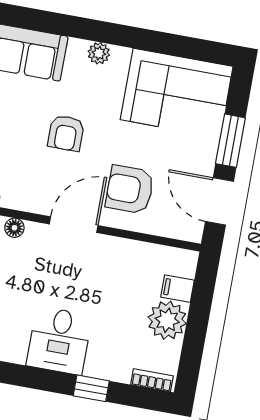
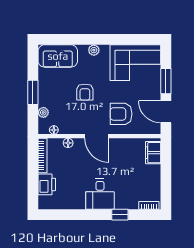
door: (74, 225) -> (97, 136), swing flipped
filing cabinet: (177, 289) -> (153, 153), width x2.00
plant: (167, 320) -> (151, 175), removed

